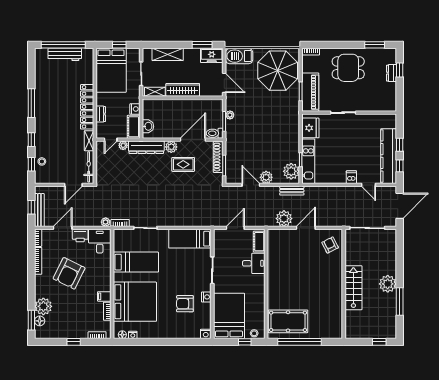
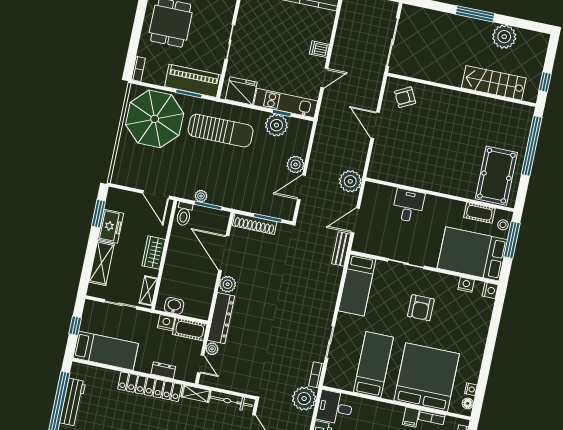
freezer: (212, 55) -> (111, 226), moved
barbecue: (239, 56) -> (124, 167), removed
bed: (111, 70) -> (106, 351), width x0.67
door: (224, 83) -> (156, 195), swing flipped
wardrobe: (183, 90) -> (154, 253), width x0.67
sun lounger: (279, 119) -> (221, 131), added
washbasin: (148, 126) -> (174, 306), moved
toilet: (215, 133) -> (184, 214), moved
rug: (183, 164) -> (255, 273), removed
plant: (291, 171) -> (276, 125), moved
door: (369, 185) -> (324, 78), moved
bench: (292, 191) -> (341, 249), moved
plant: (284, 219) -> (350, 181), moved
plant: (106, 222) -> (304, 399), width x1.87, depth x1.87
door: (235, 228) -> (355, 221), hinge flipped
cot: (259, 242) -> (479, 213), moved
plant: (388, 284) -> (504, 37), moved
stairs: (353, 288) -> (494, 83), moved
nightstand: (206, 297) -> (466, 285), moved
window: (400, 302) -> (475, 14), moved
armchair: (185, 304) -> (421, 308), moved
window: (245, 342) -> (512, 240), width x2.17
window: (299, 342) -> (532, 146), moved
window: (379, 342) -> (545, 82), moved

